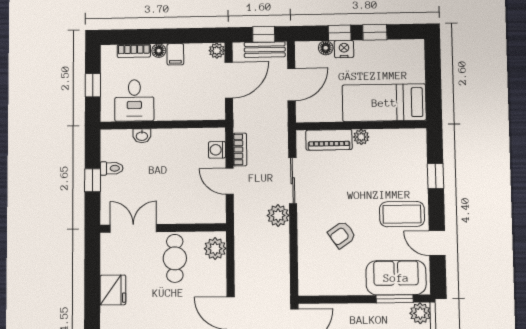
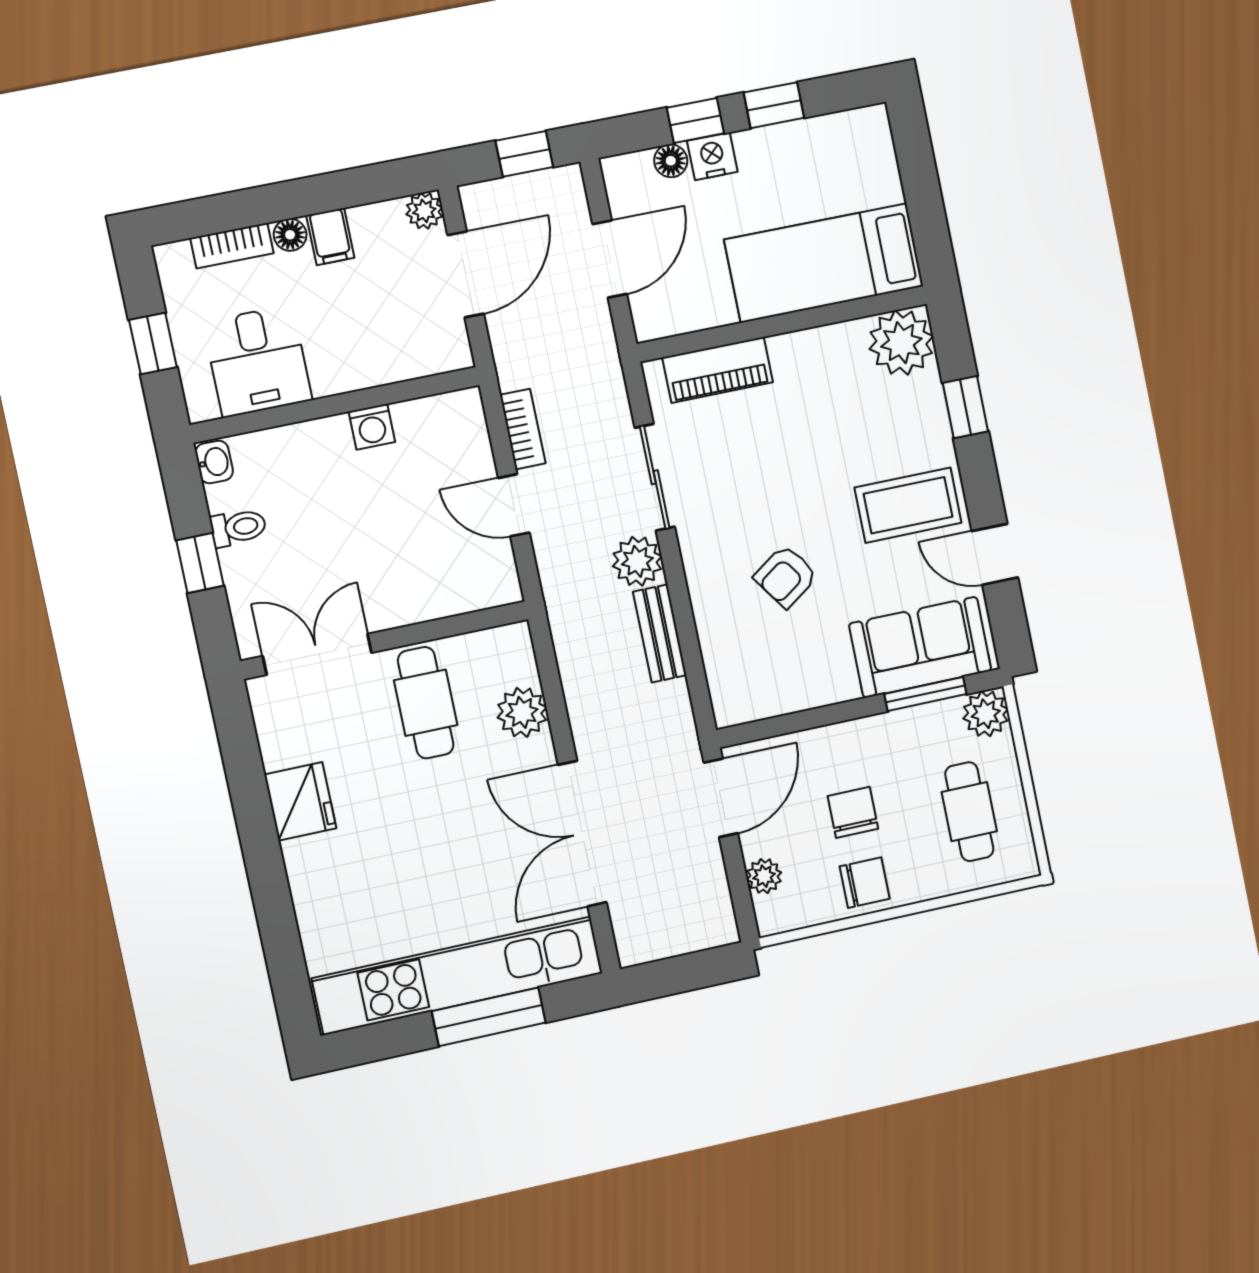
bench: (265, 50) -> (660, 633), moved, turned 90
washbasin: (142, 136) -> (214, 462), moved, turned -90
plant: (361, 137) -> (901, 343), moved, width x1.87, depth x1.87
washing machine: (217, 150) -> (372, 427), moved, turned -90
plant: (215, 249) -> (522, 712), moved

